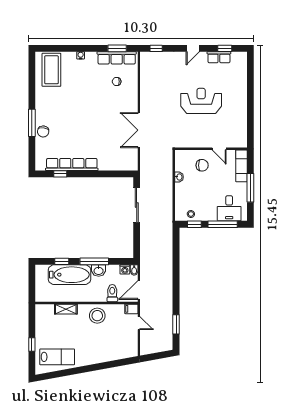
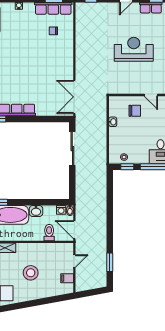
double door: (139, 130) -> (74, 97), moved
window: (94, 261) -> (32, 202), removed
door: (139, 290) -> (74, 230), hinge flipped
filing cabinet: (131, 309) -> (67, 278), moved
stool: (97, 316) -> (31, 273), moved
door: (139, 323) -> (74, 261), hinge flipped

